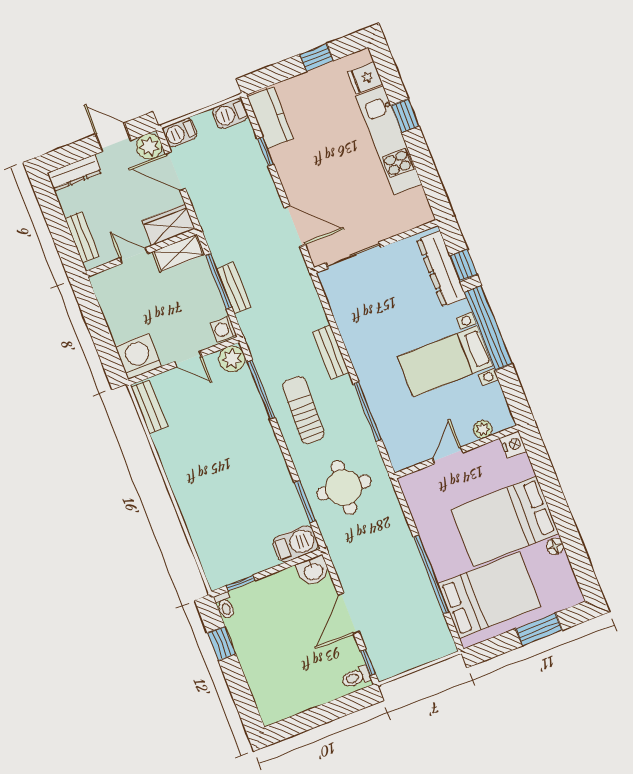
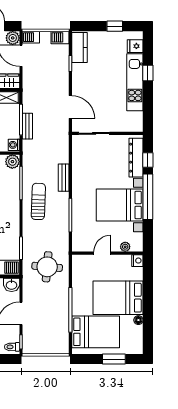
bed with nightstands: (445, 361) -> (120, 205), width x1.36
round table: (344, 488) -> (47, 267), moved

